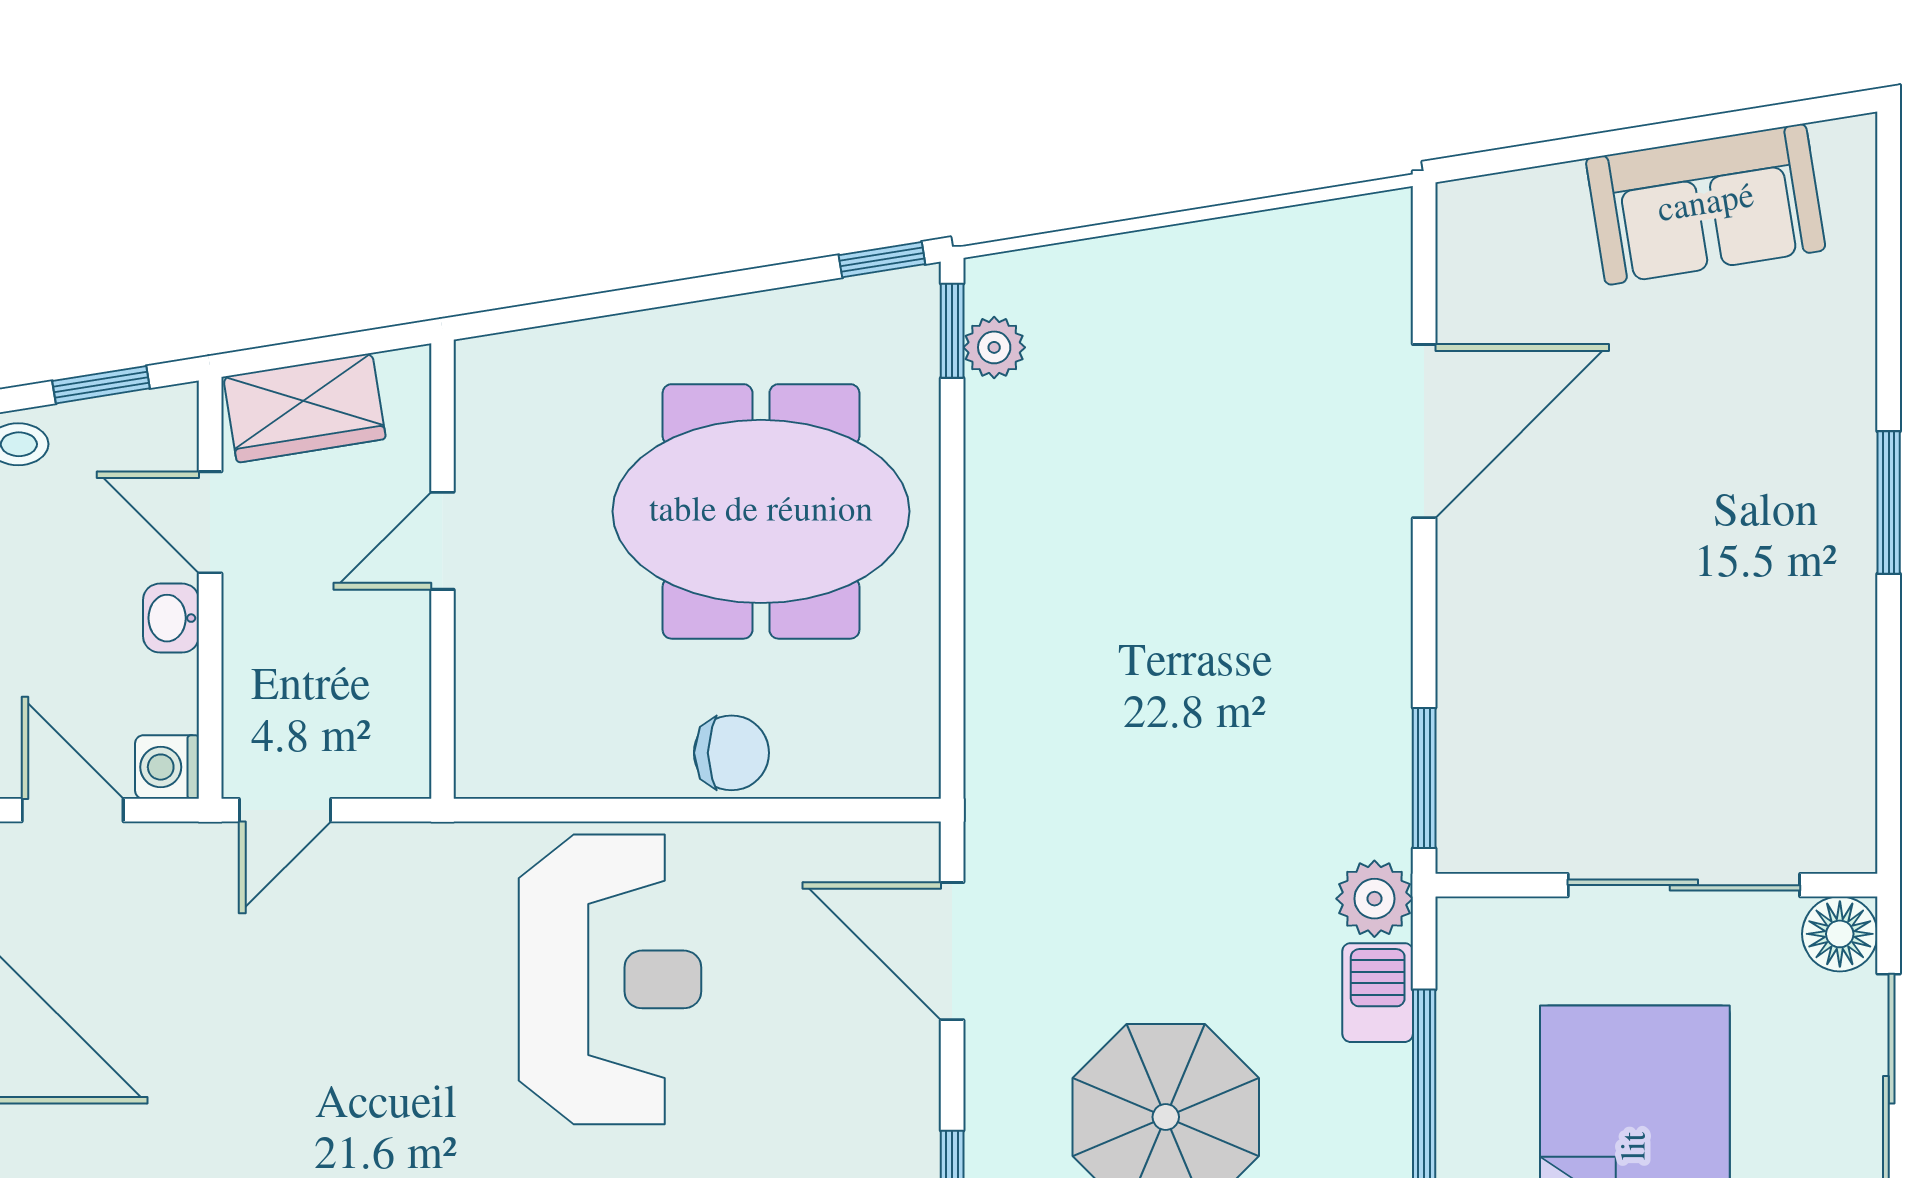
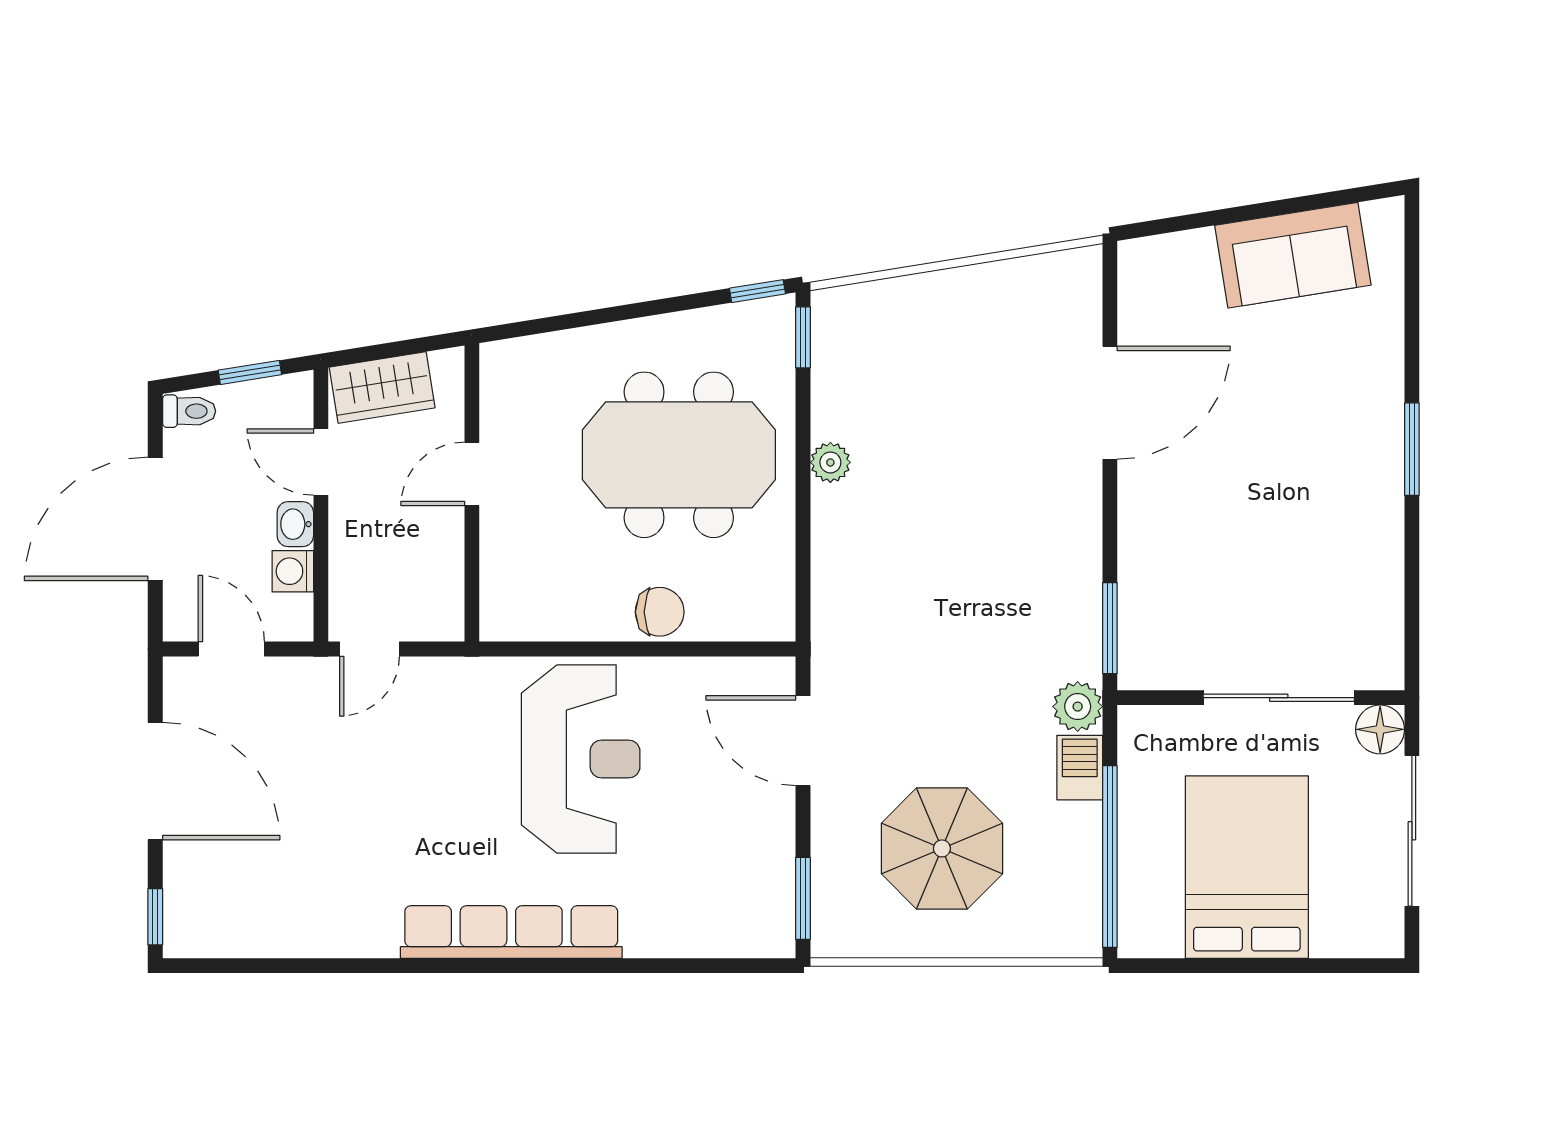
plant: (994, 347) -> (830, 462), moved
washing machine: (167, 767) -> (293, 571), moved

